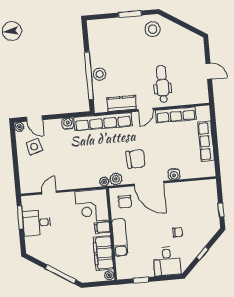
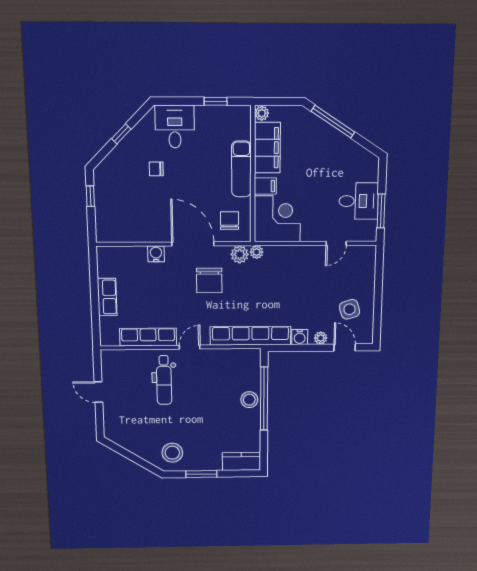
kitchen counter: (122, 104) -> (242, 461), moved, turned 180
plant: (19, 127) -> (321, 338), moved
row of seats: (206, 141) -> (107, 297), width x0.68
chair: (136, 159) -> (209, 280), turned -87

